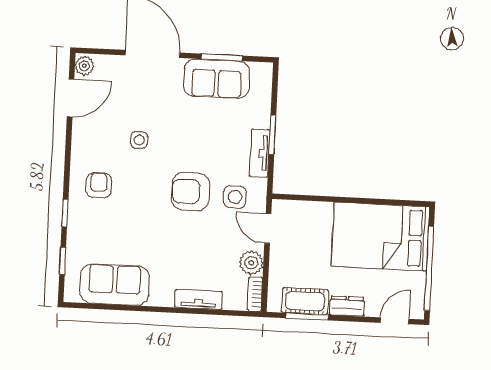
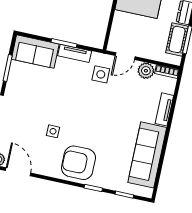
sofa: (217, 79) -> (35, 52), moved, turned 90
armchair: (99, 185) -> (78, 163), width x1.88, depth x1.88
armchair: (191, 192) -> (93, 103), removed
sofa: (115, 285) -> (147, 155), width x1.36

